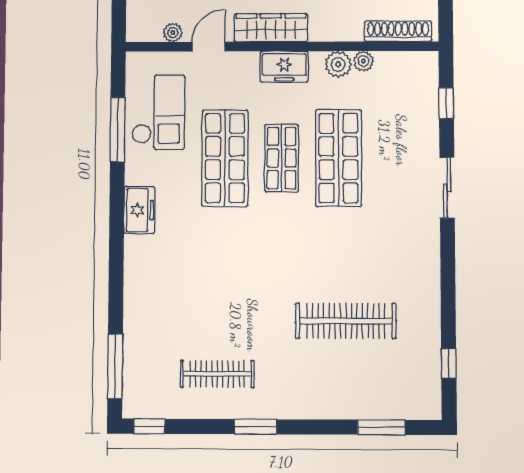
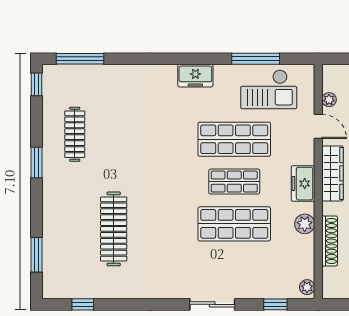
shoe rack: (398, 31) -> (330, 241), moved
plant: (363, 61) -> (307, 287), moved

